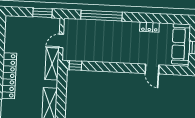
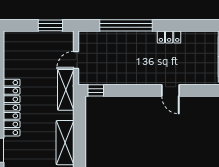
locker: (149, 27) -> (169, 37), moved
door: (152, 69) -> (170, 90), moved

